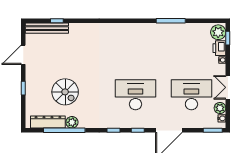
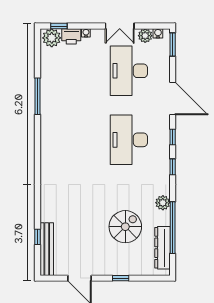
plant: (72, 122) -> (163, 203), moved

